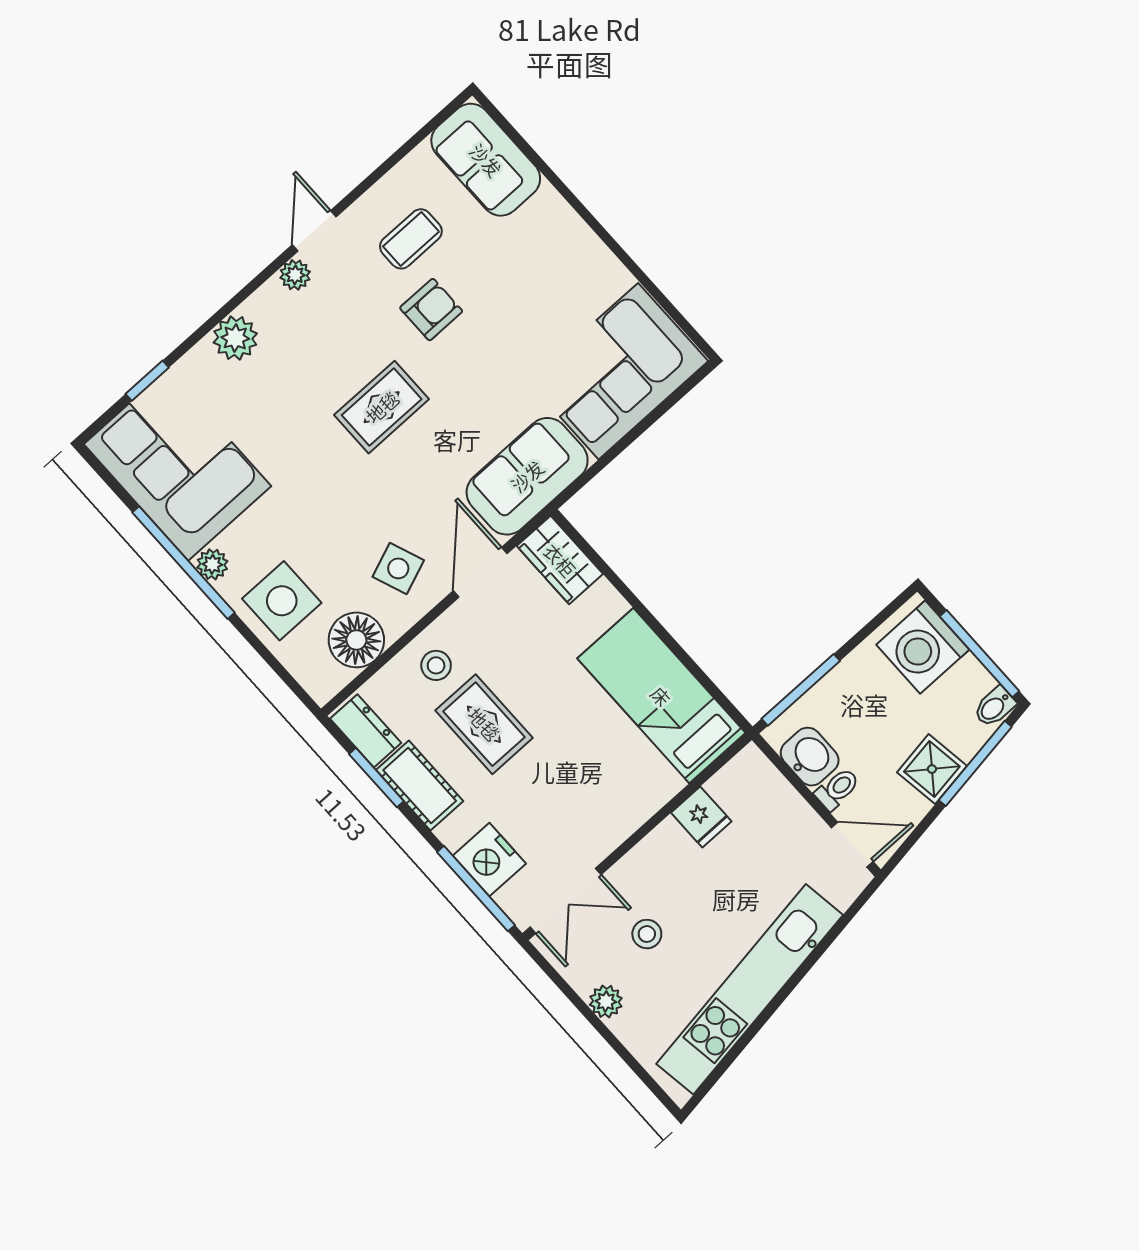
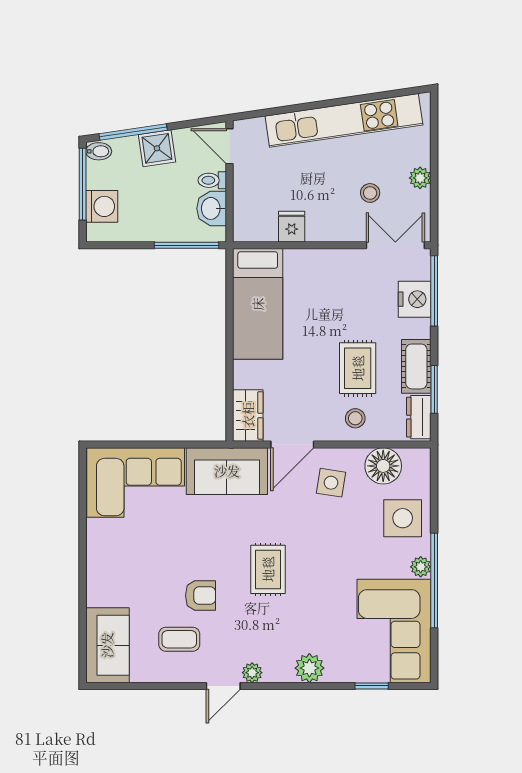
armchair: (431, 310) -> (200, 596), turned 180
rug: (382, 407) -> (268, 569), turned 90
side table: (398, 568) -> (331, 483), turned 30
washing machine: (923, 647) -> (102, 206), width x0.73, depth x0.73

